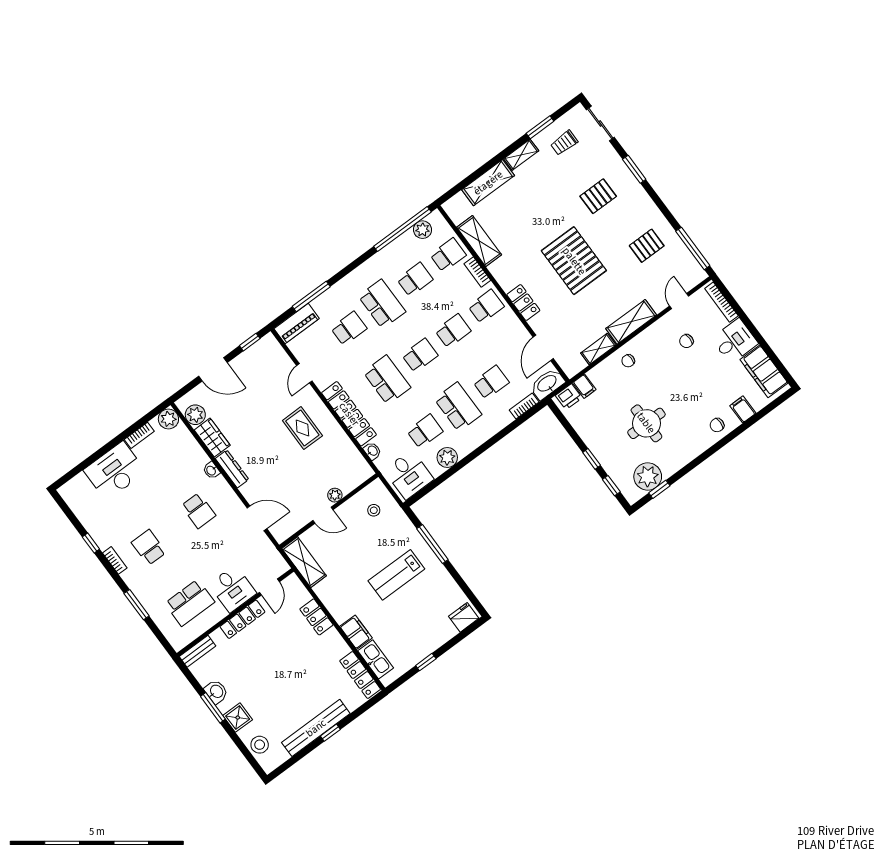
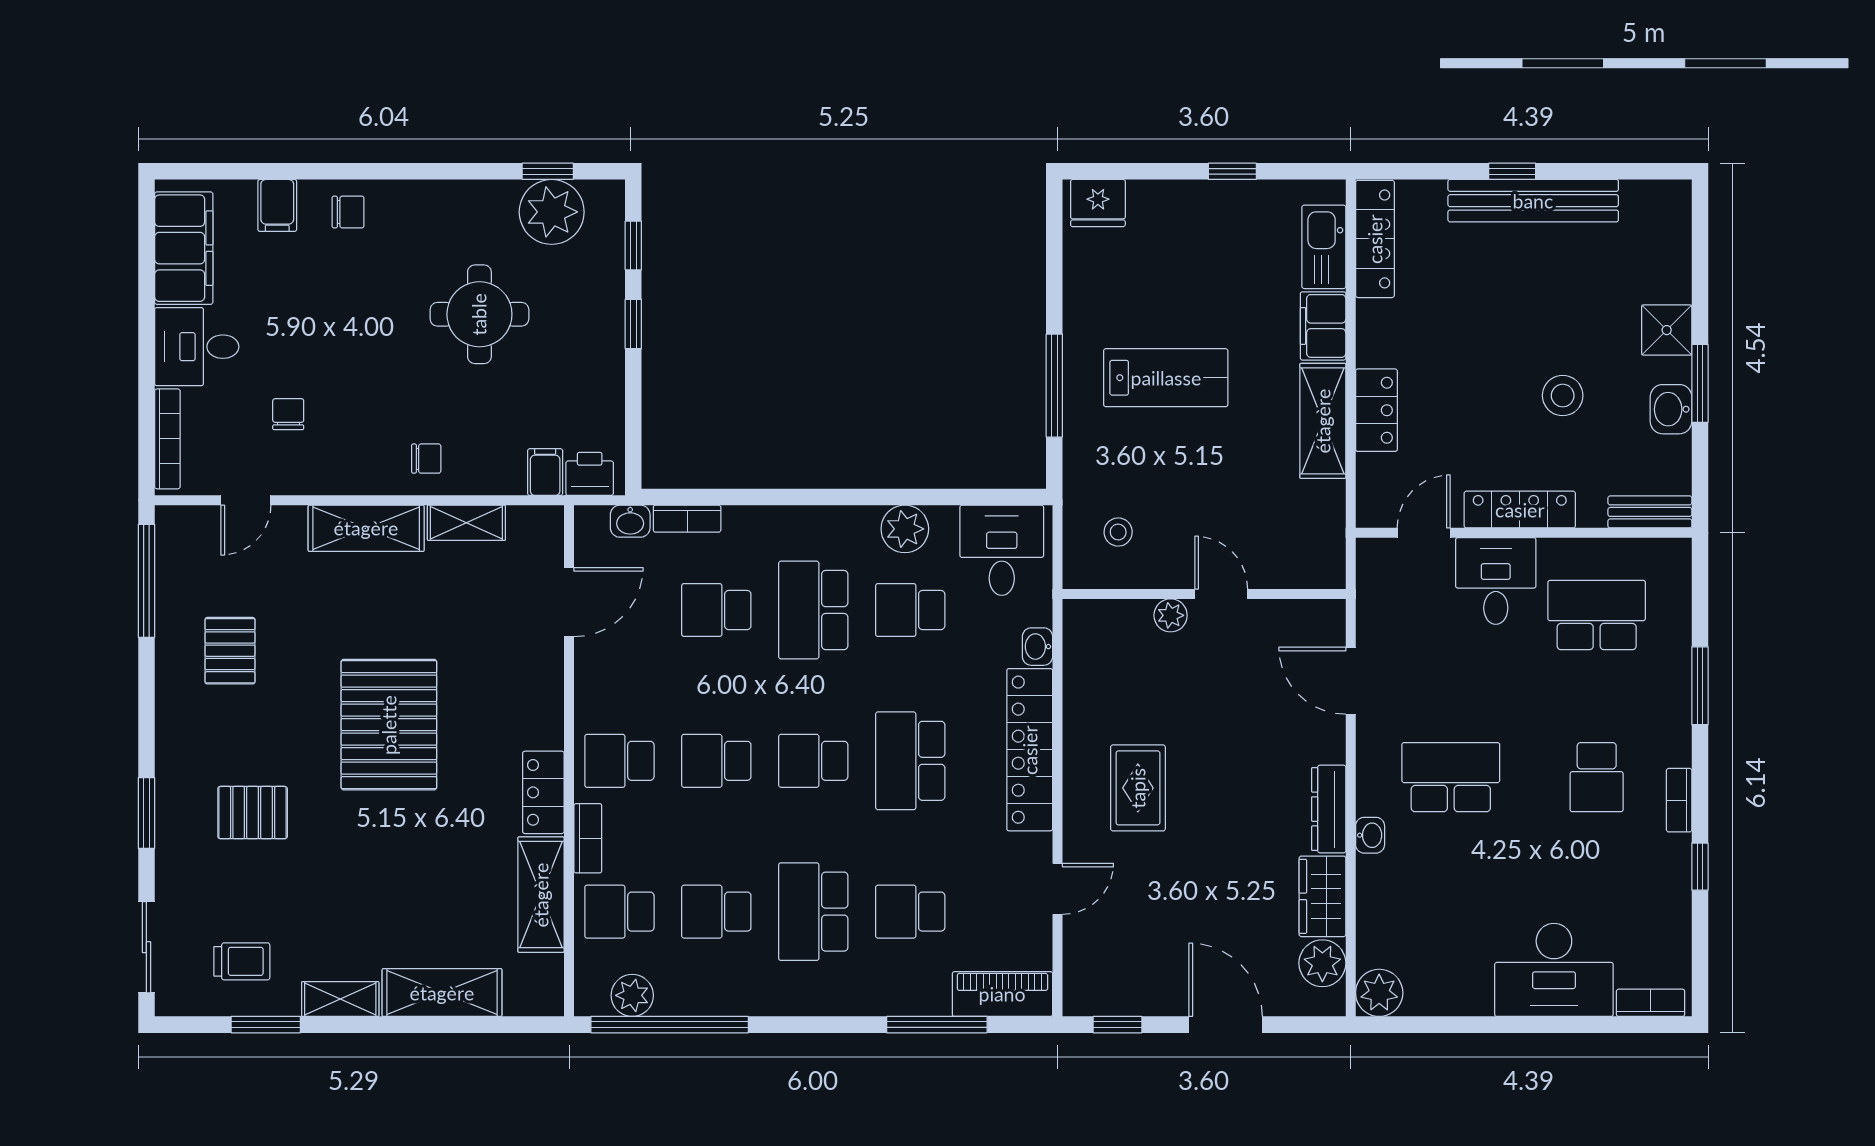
pallet: (647, 246) -> (230, 651), turned 90
locker: (523, 303) -> (543, 792), moved
chair: (686, 341) -> (288, 414), turned -90
washbasin: (547, 384) -> (630, 521), width x0.52, depth x0.69
bookcase: (139, 435) -> (1651, 1003), moved
school desk: (198, 511) -> (1451, 777), width x1.85
shelving: (304, 562) -> (1323, 421), moved
stool: (260, 745) -> (1563, 396), moved

